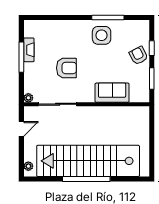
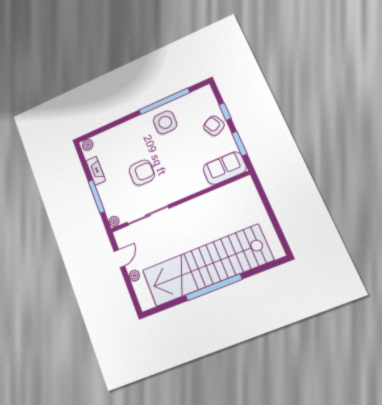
window: (108, 17) -> (164, 101), width x1.46
plant: (30, 25) -> (88, 145), added
window: (21, 57) -> (96, 196), moved
sofa: (112, 93) -> (225, 168), moved
plant: (28, 166) -> (134, 276), moved

